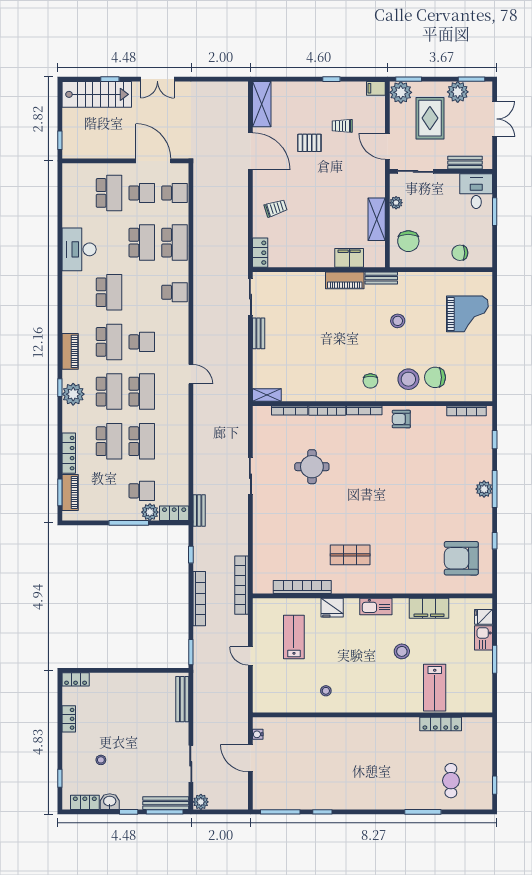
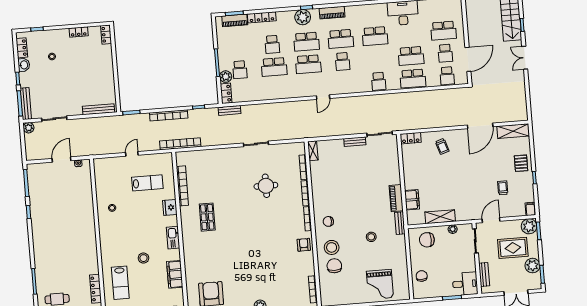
pallet: (309, 143) -> (521, 163), moved
school desk: (109, 441) -> (272, 44), width x0.54
lab bench: (435, 688) -> (120, 283), turned -90

